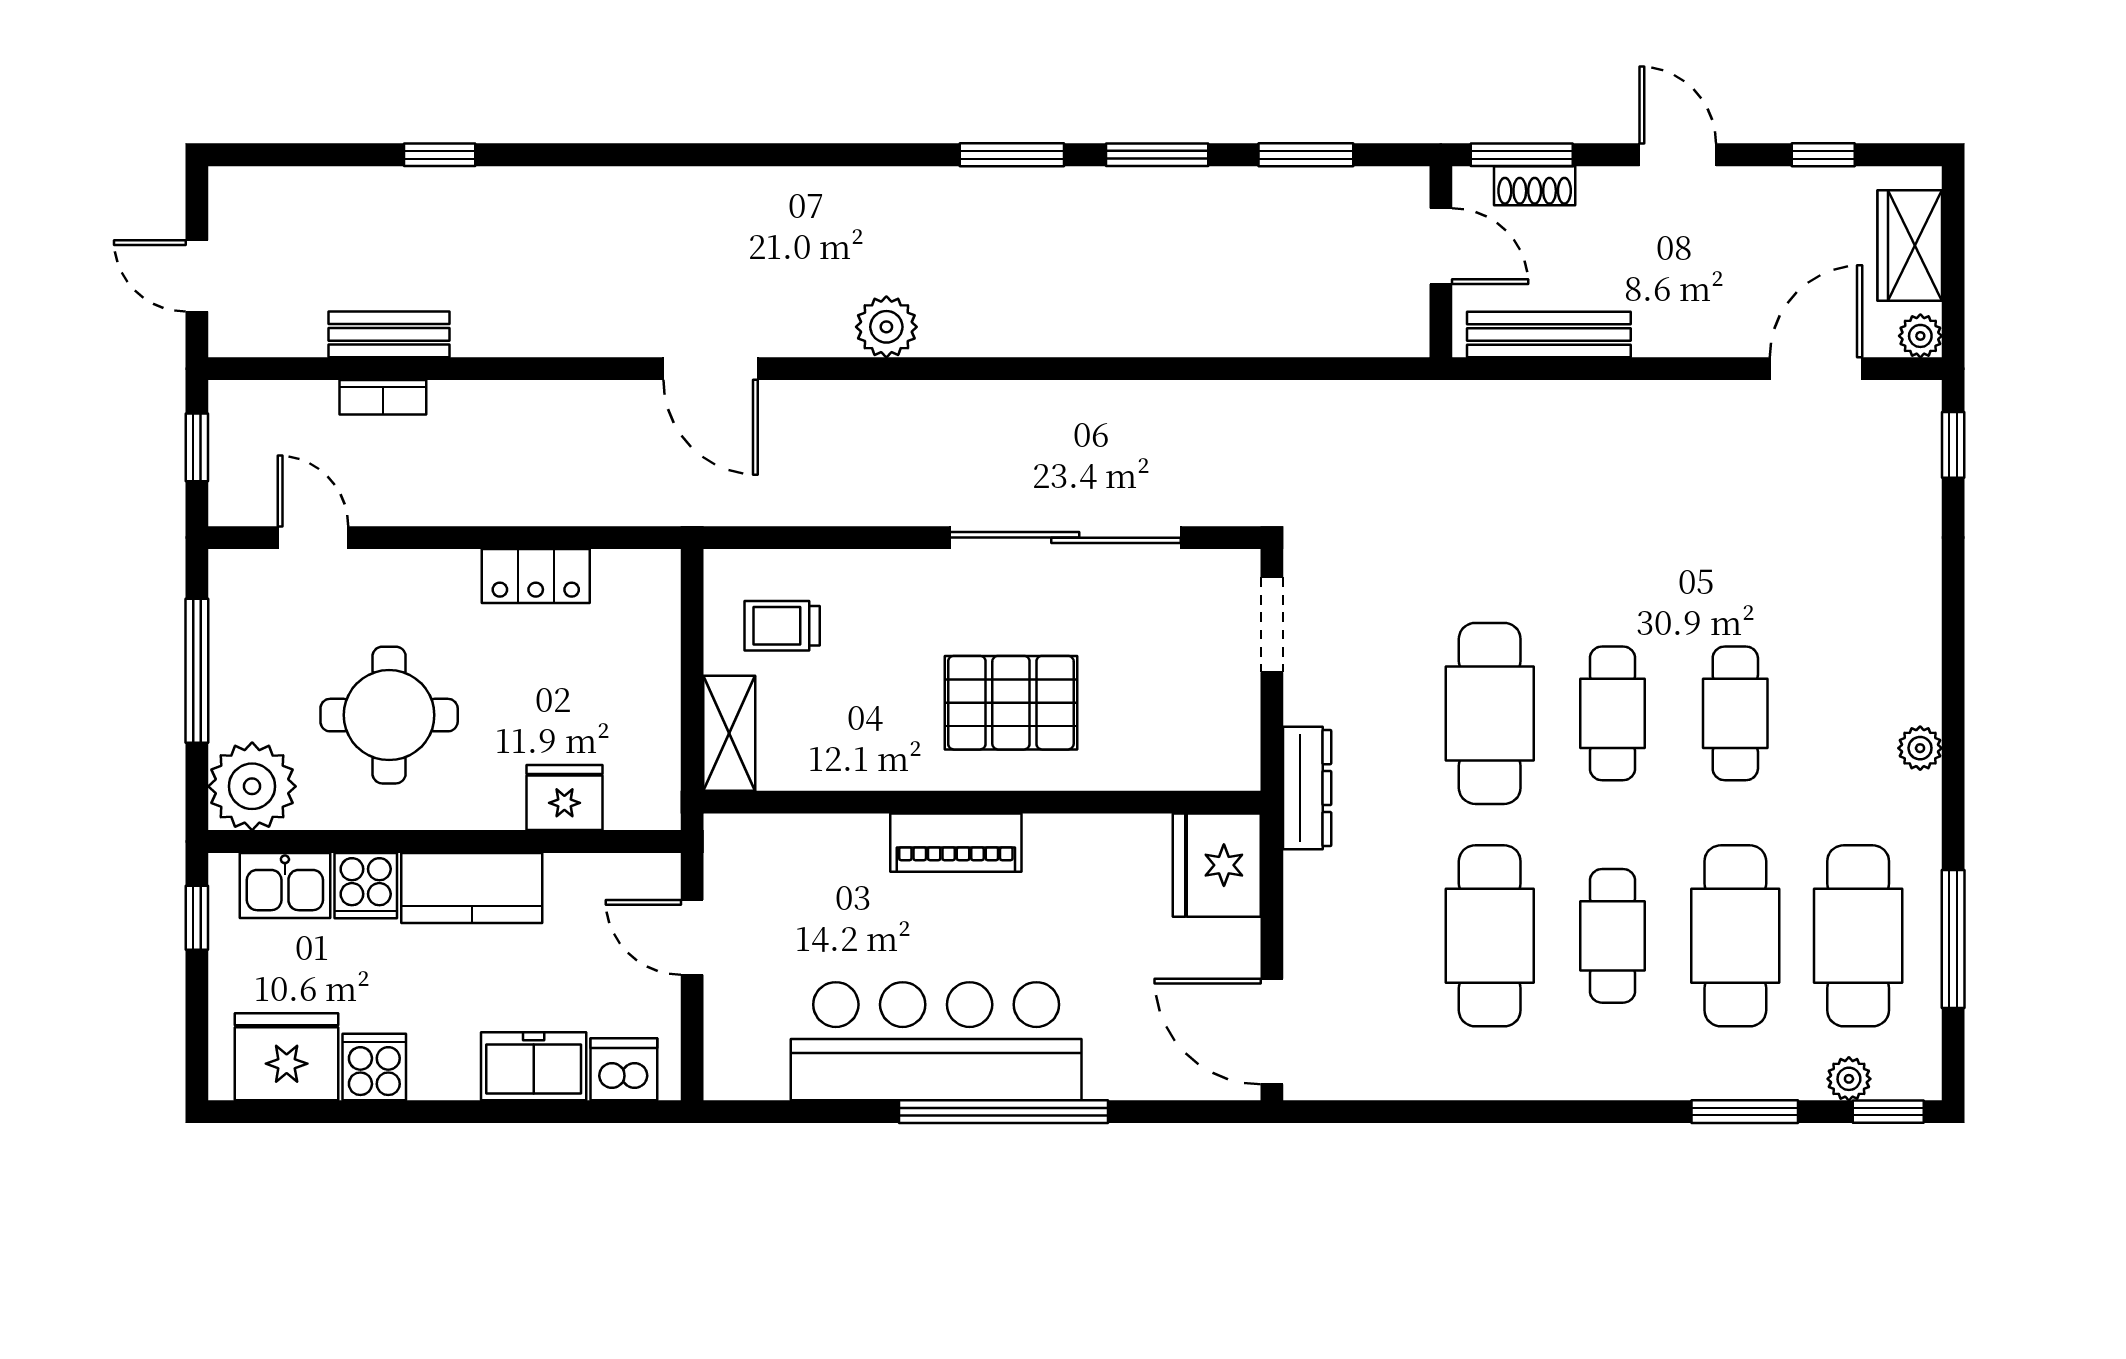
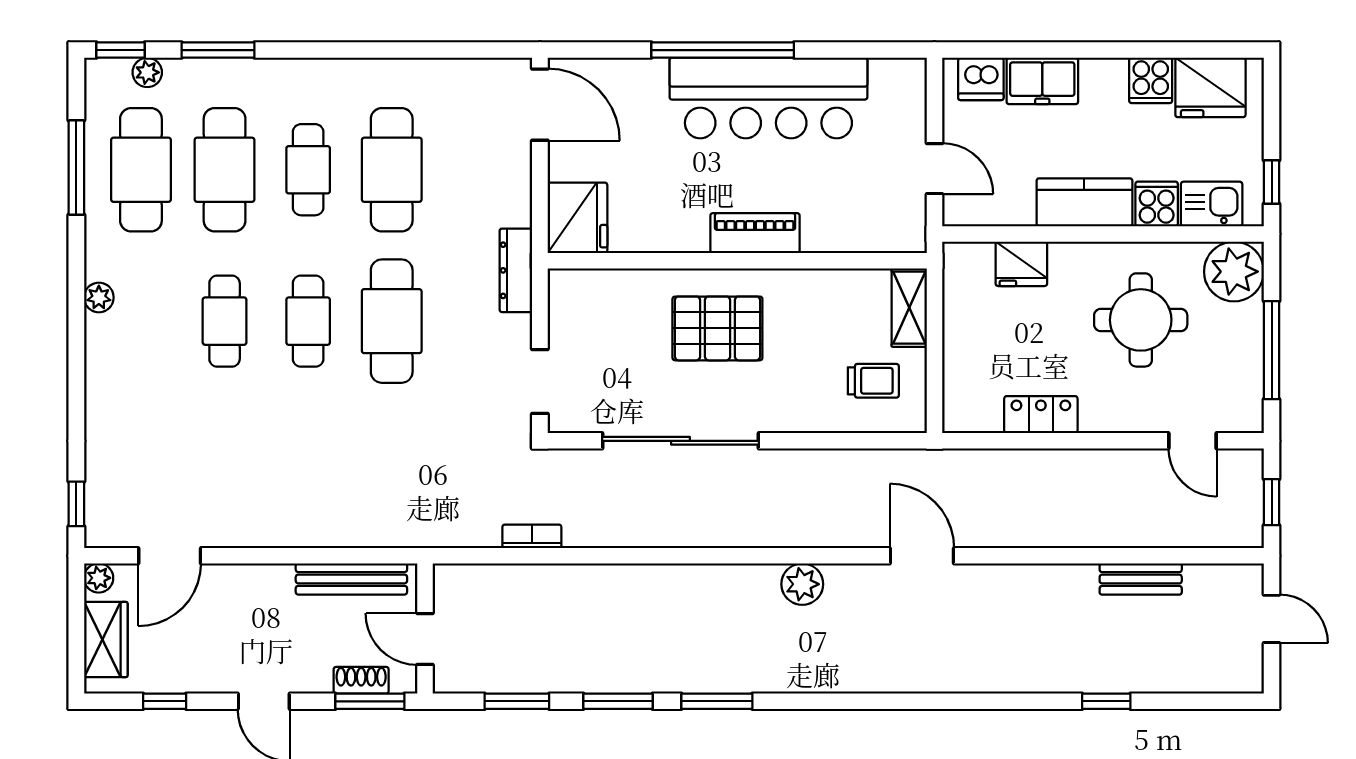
bookcase: (383, 397) -> (532, 536), moved

